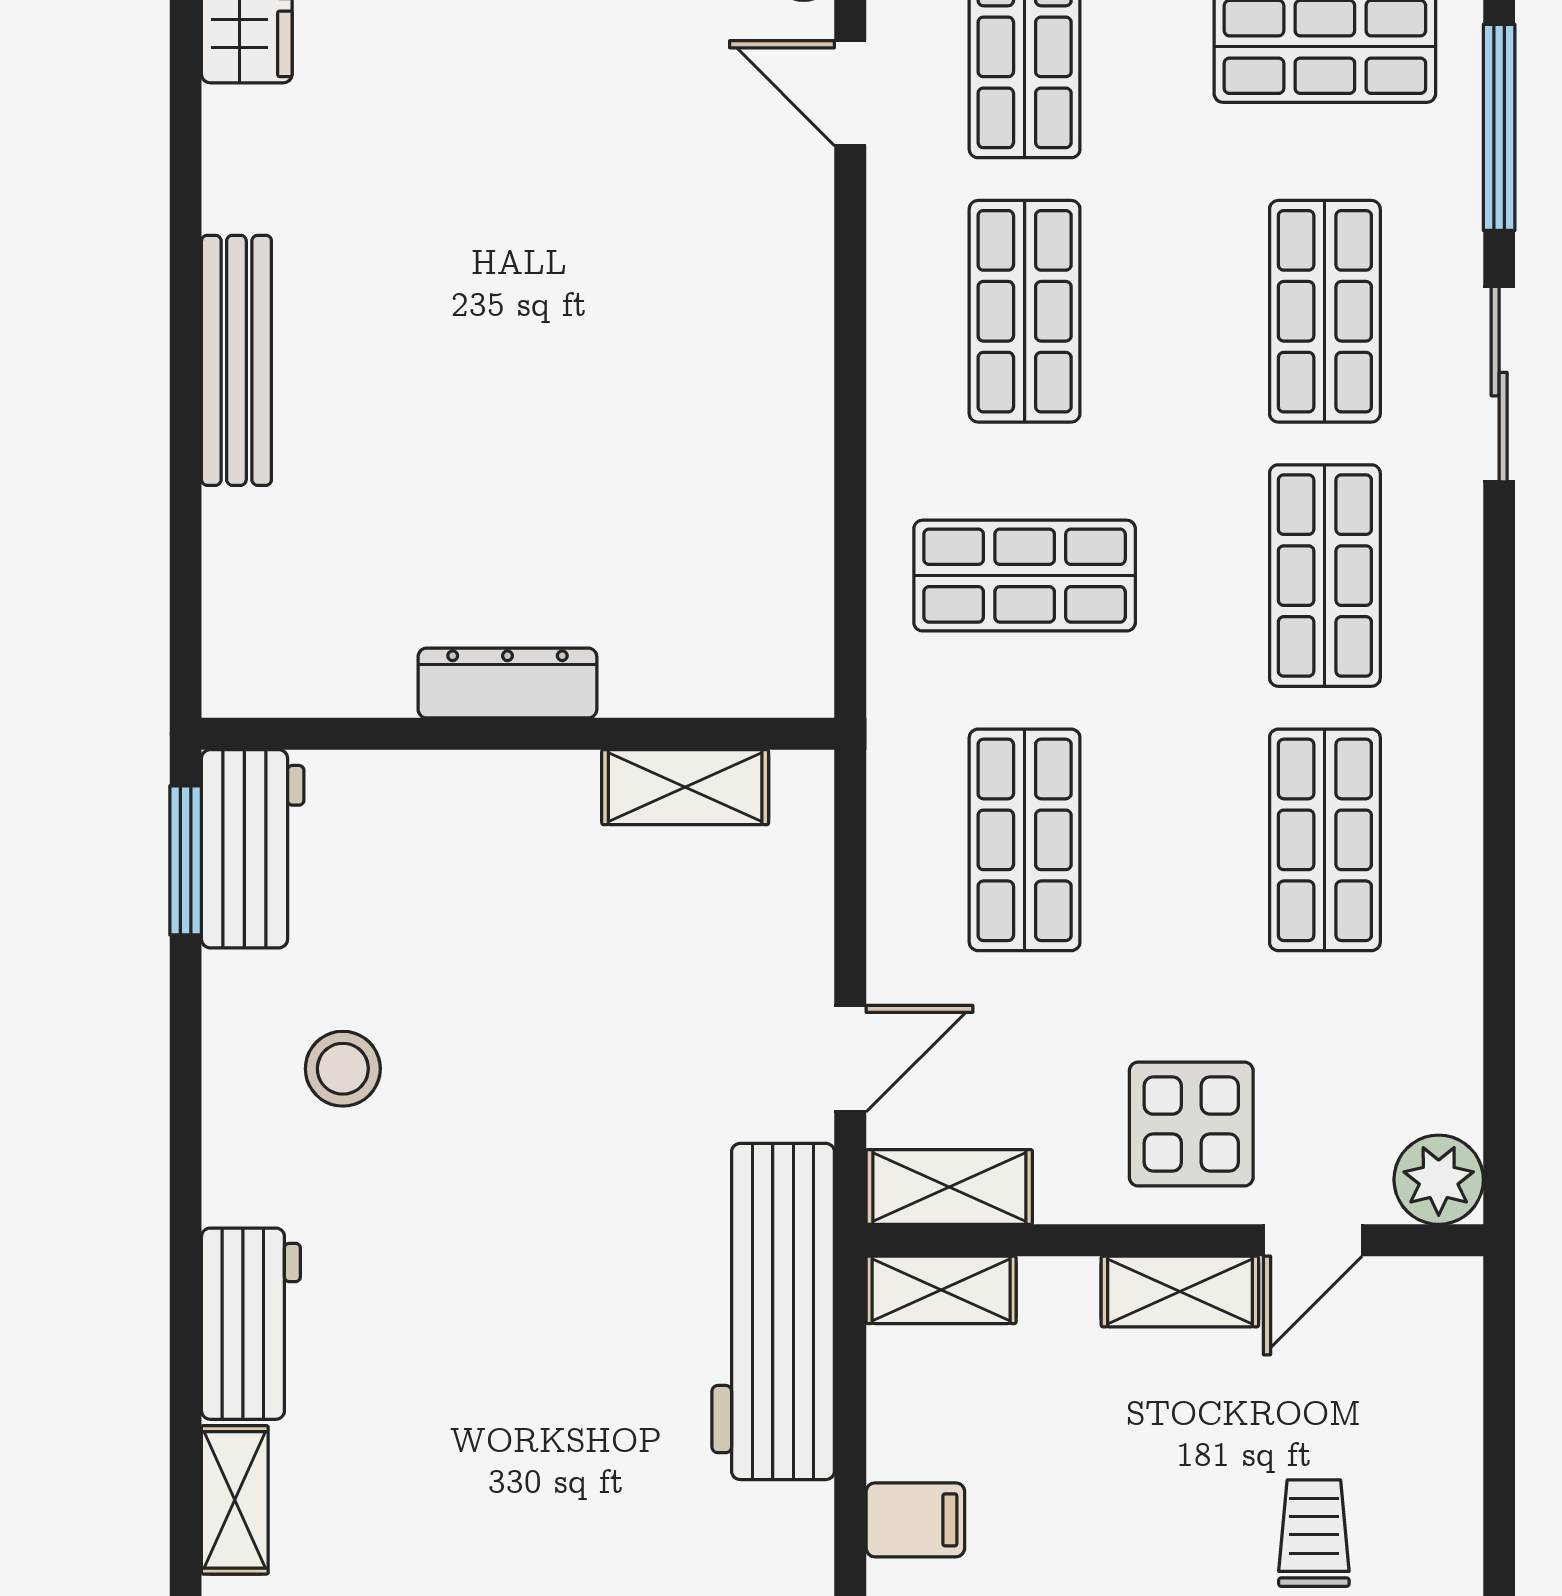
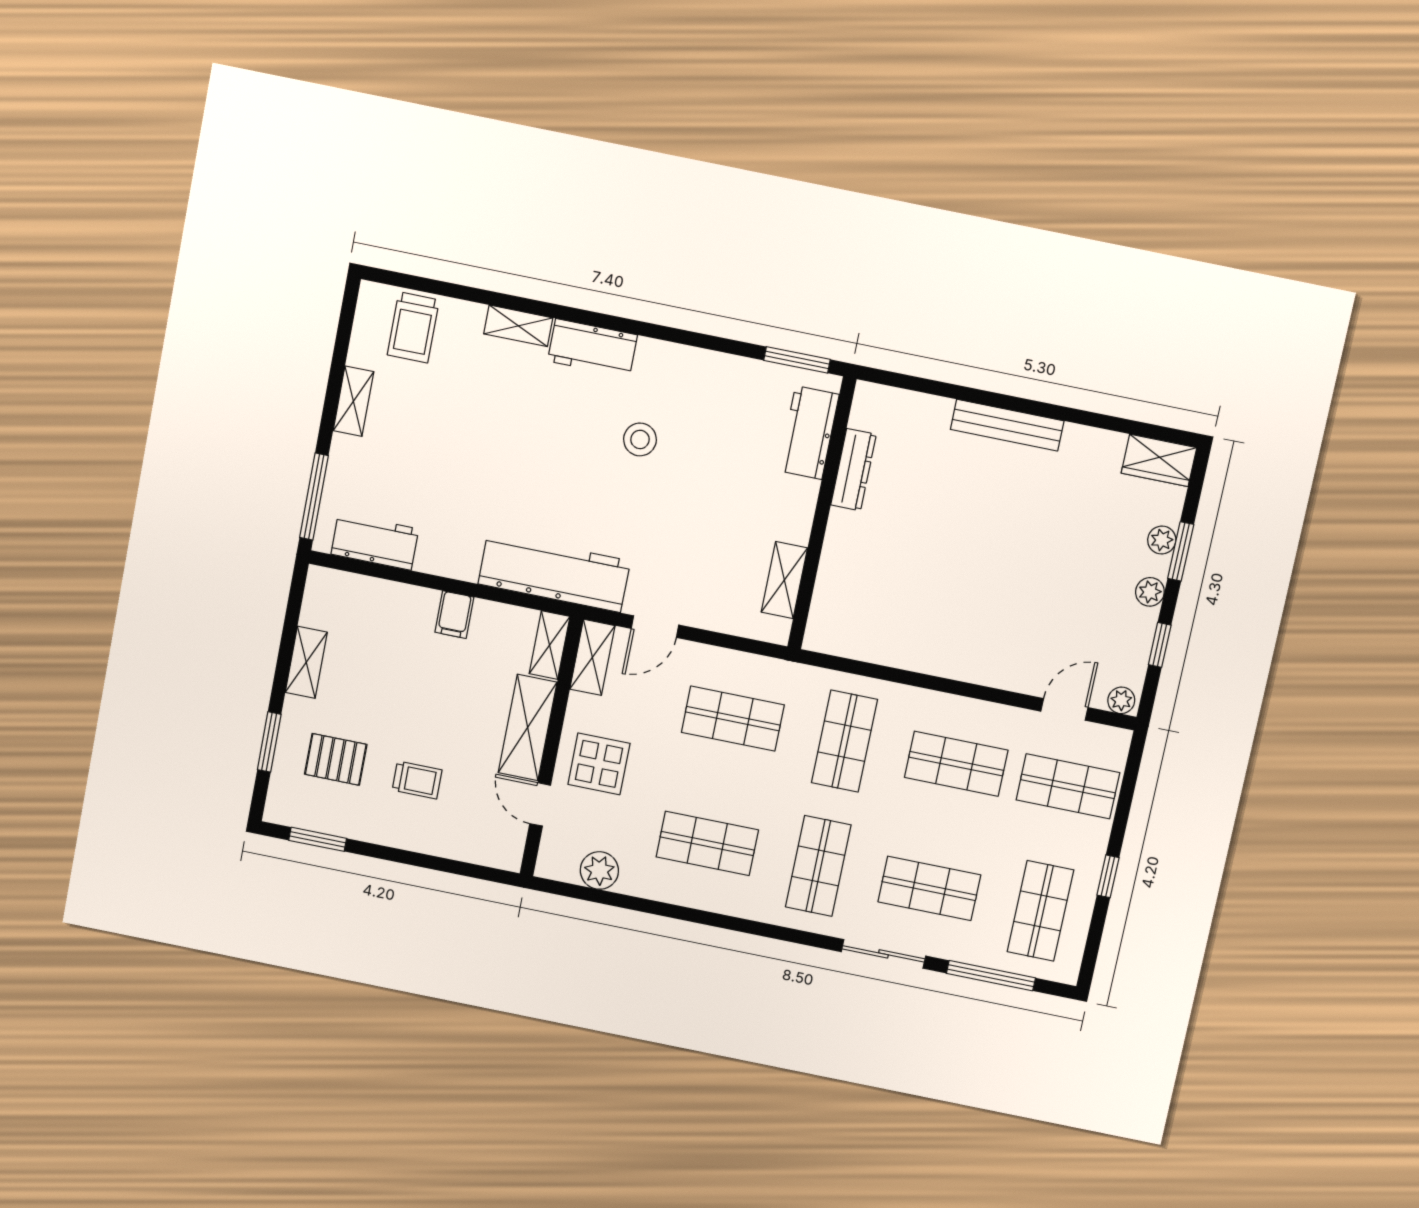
shop shelf: (1325, 576) -> (818, 866), turned 90
dresser: (507, 683) -> (854, 470), moved
workbench: (253, 849) -> (809, 433), moved, turned 90
door: (850, 1059) -> (655, 627), hinge flipped
stool: (343, 1069) -> (640, 439), moved
plant: (1439, 1180) -> (599, 870), moved
shelving: (1180, 1291) -> (528, 727), width x1.50, depth x1.33

